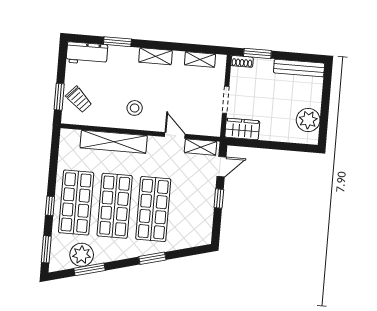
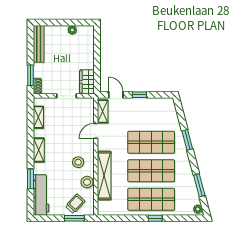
workbench: (87, 54) -> (41, 195), width x1.38
stool: (107, 118) -> (87, 182), added
plant: (308, 120) -> (72, 30), width x0.53, depth x0.53
window: (46, 249) -> (187, 218), removed
plant: (82, 255) -> (198, 209), moved, width x0.53, depth x0.53

